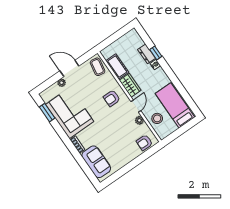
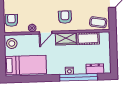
window: (156, 53) -> (79, 77), width x3.17
dresser: (147, 54) -> (95, 69), moved
door: (136, 106) -> (46, 33), hinge flipped
stool: (157, 118) -> (12, 43), moved

